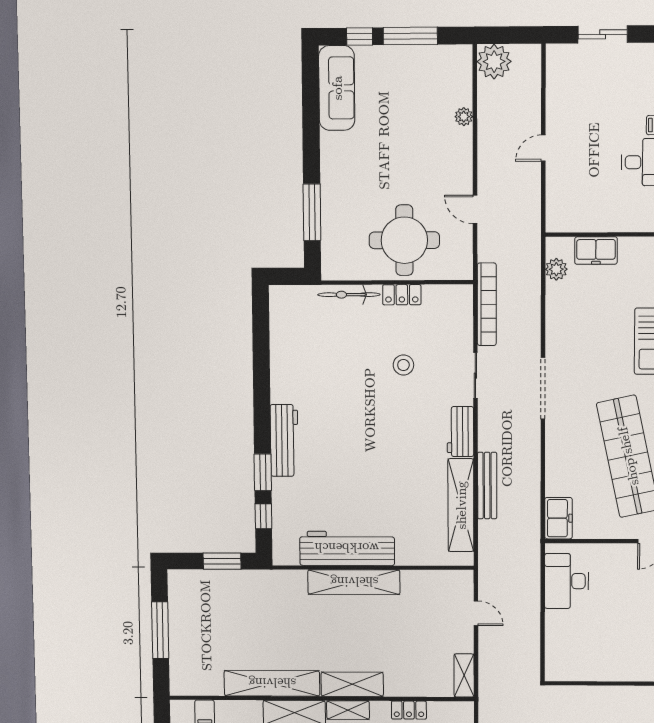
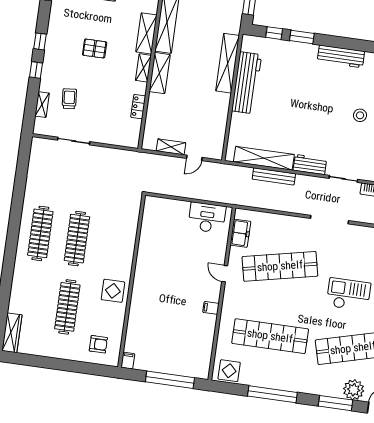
stool: (403, 365) -> (360, 115), moved
workbench: (284, 440) -> (341, 56), moved
freezer: (558, 518) -> (240, 233), moved, turned -90
shelving: (354, 582) -> (228, 63), moved
shelving: (464, 675) -> (171, 147), moved

